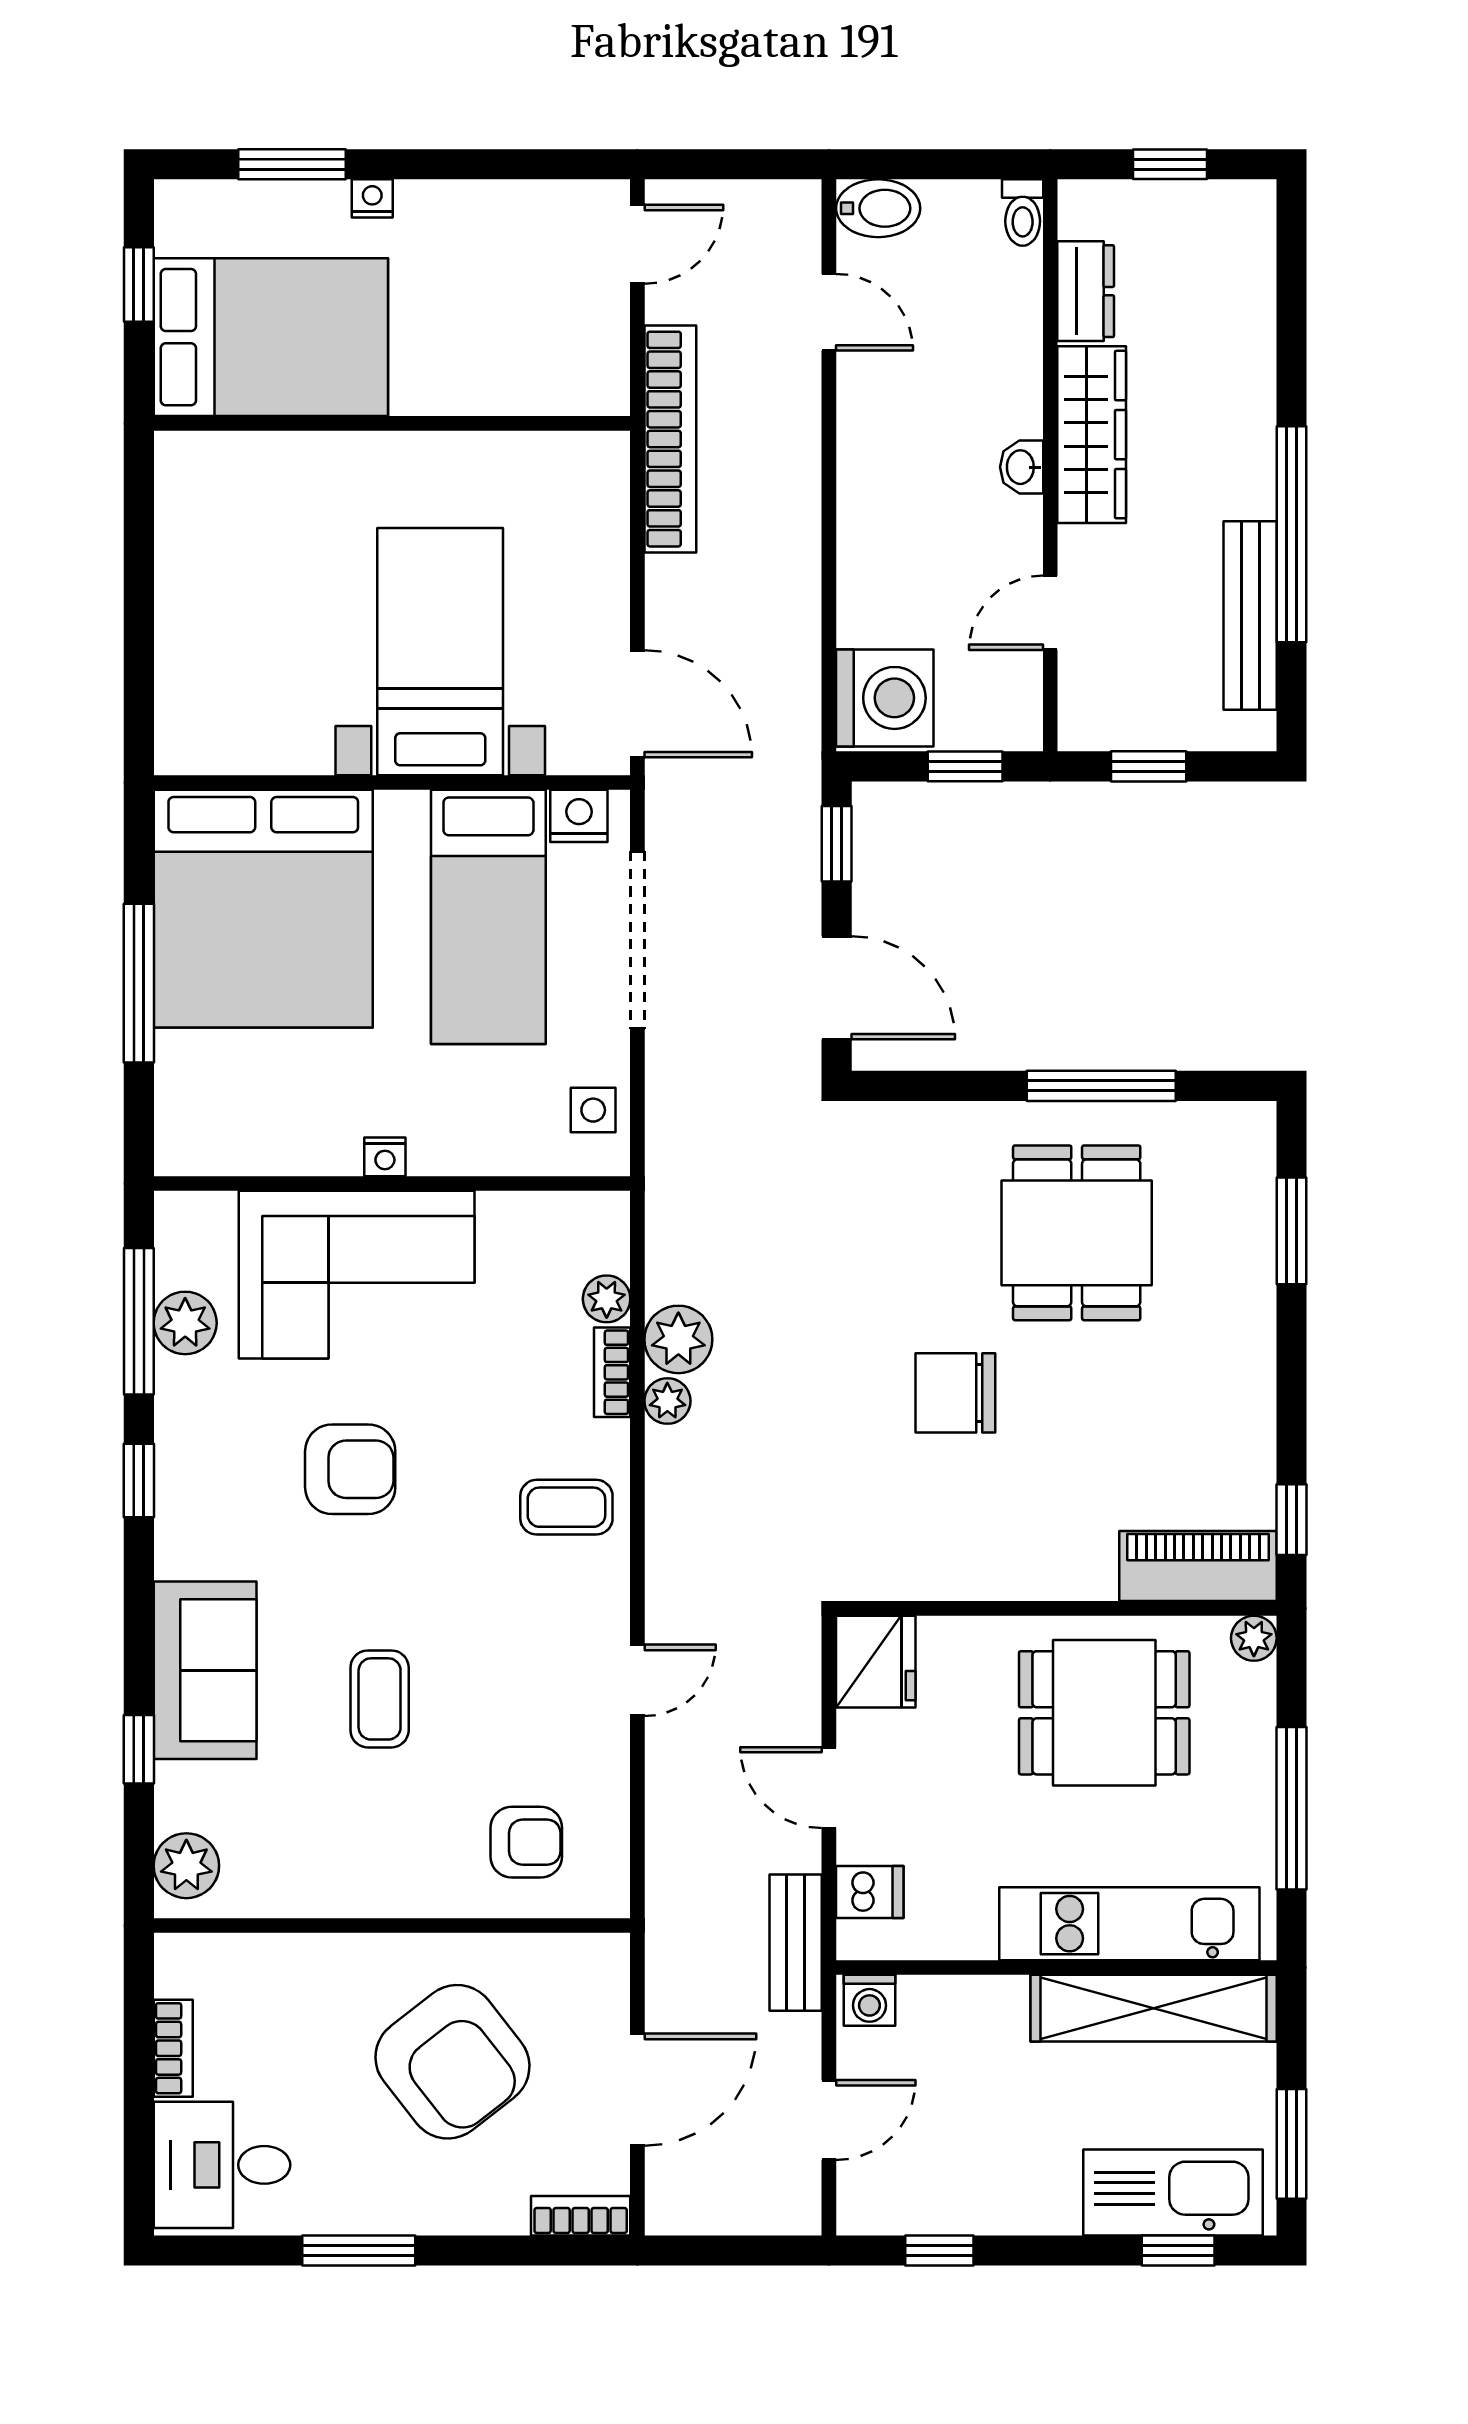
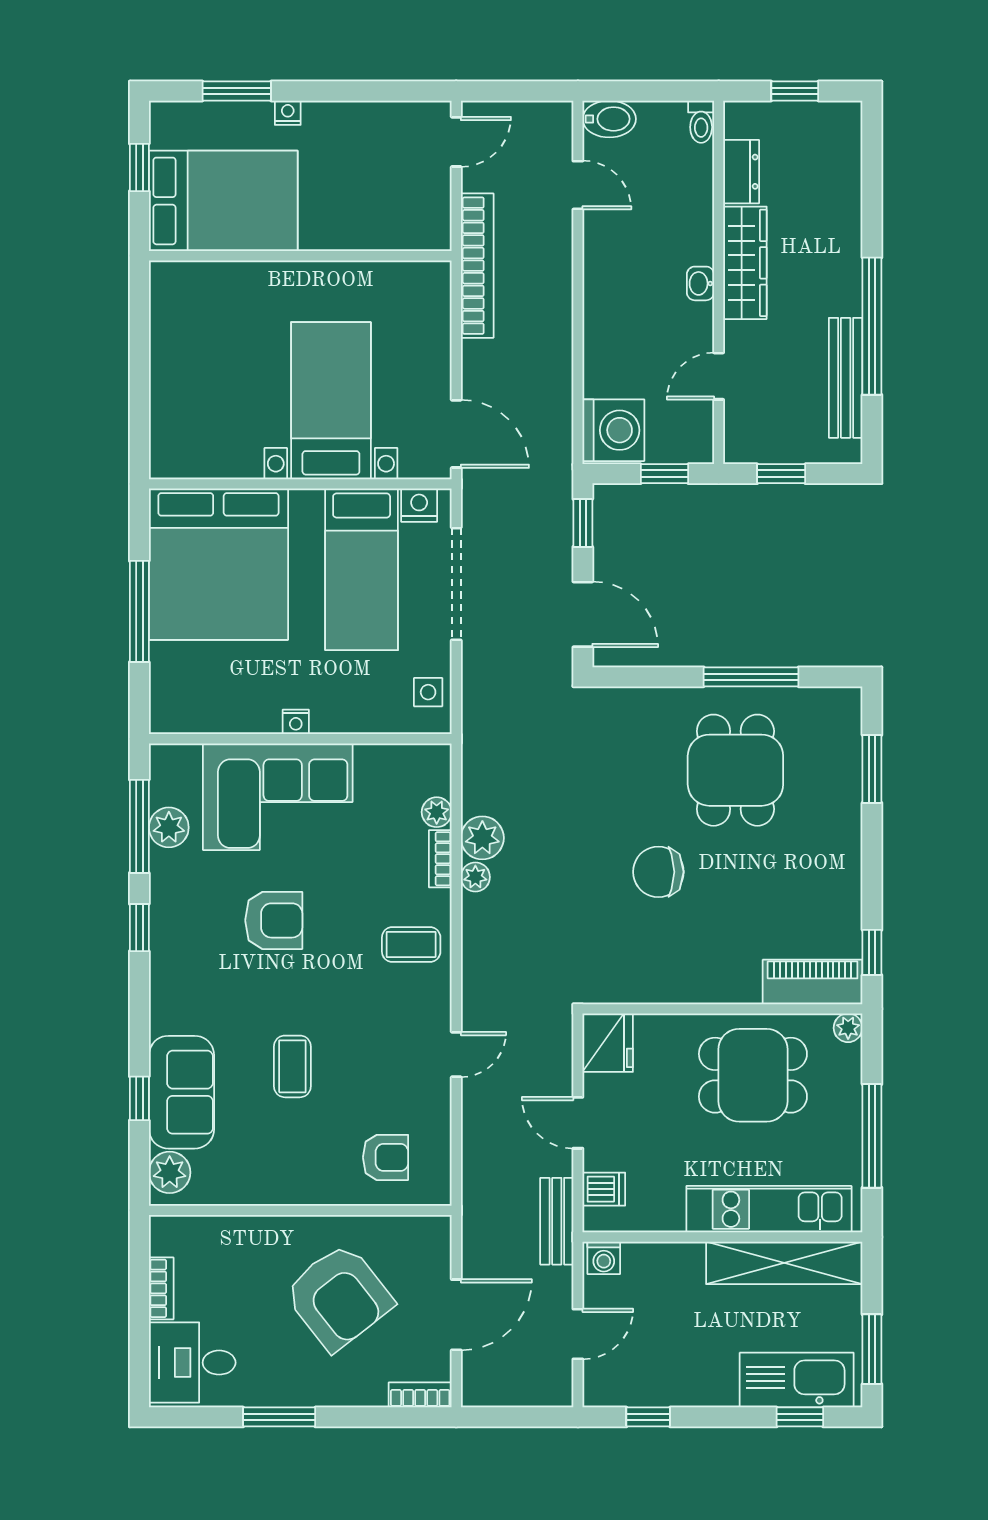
sofa: (205, 1670) -> (182, 1092), moved

